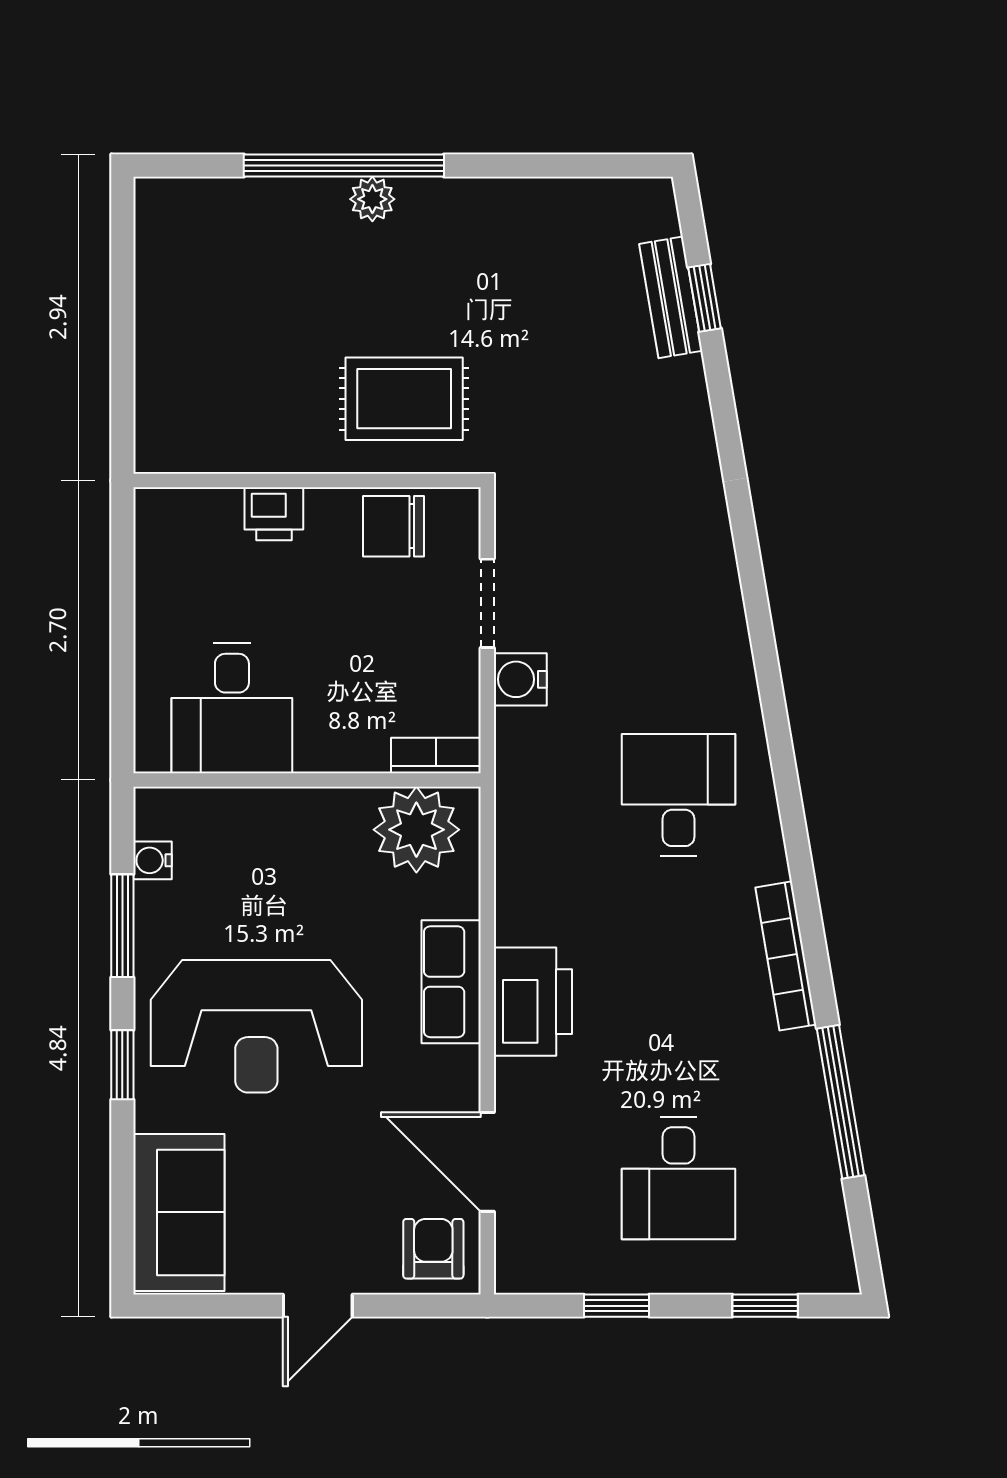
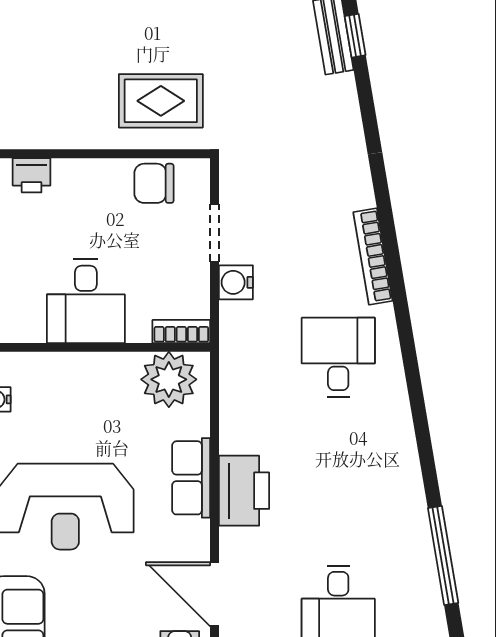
printer: (274, 514) -> (32, 175), moved
desk: (232, 708) -> (86, 301), moved
bookcase: (786, 956) -> (373, 256), moved

